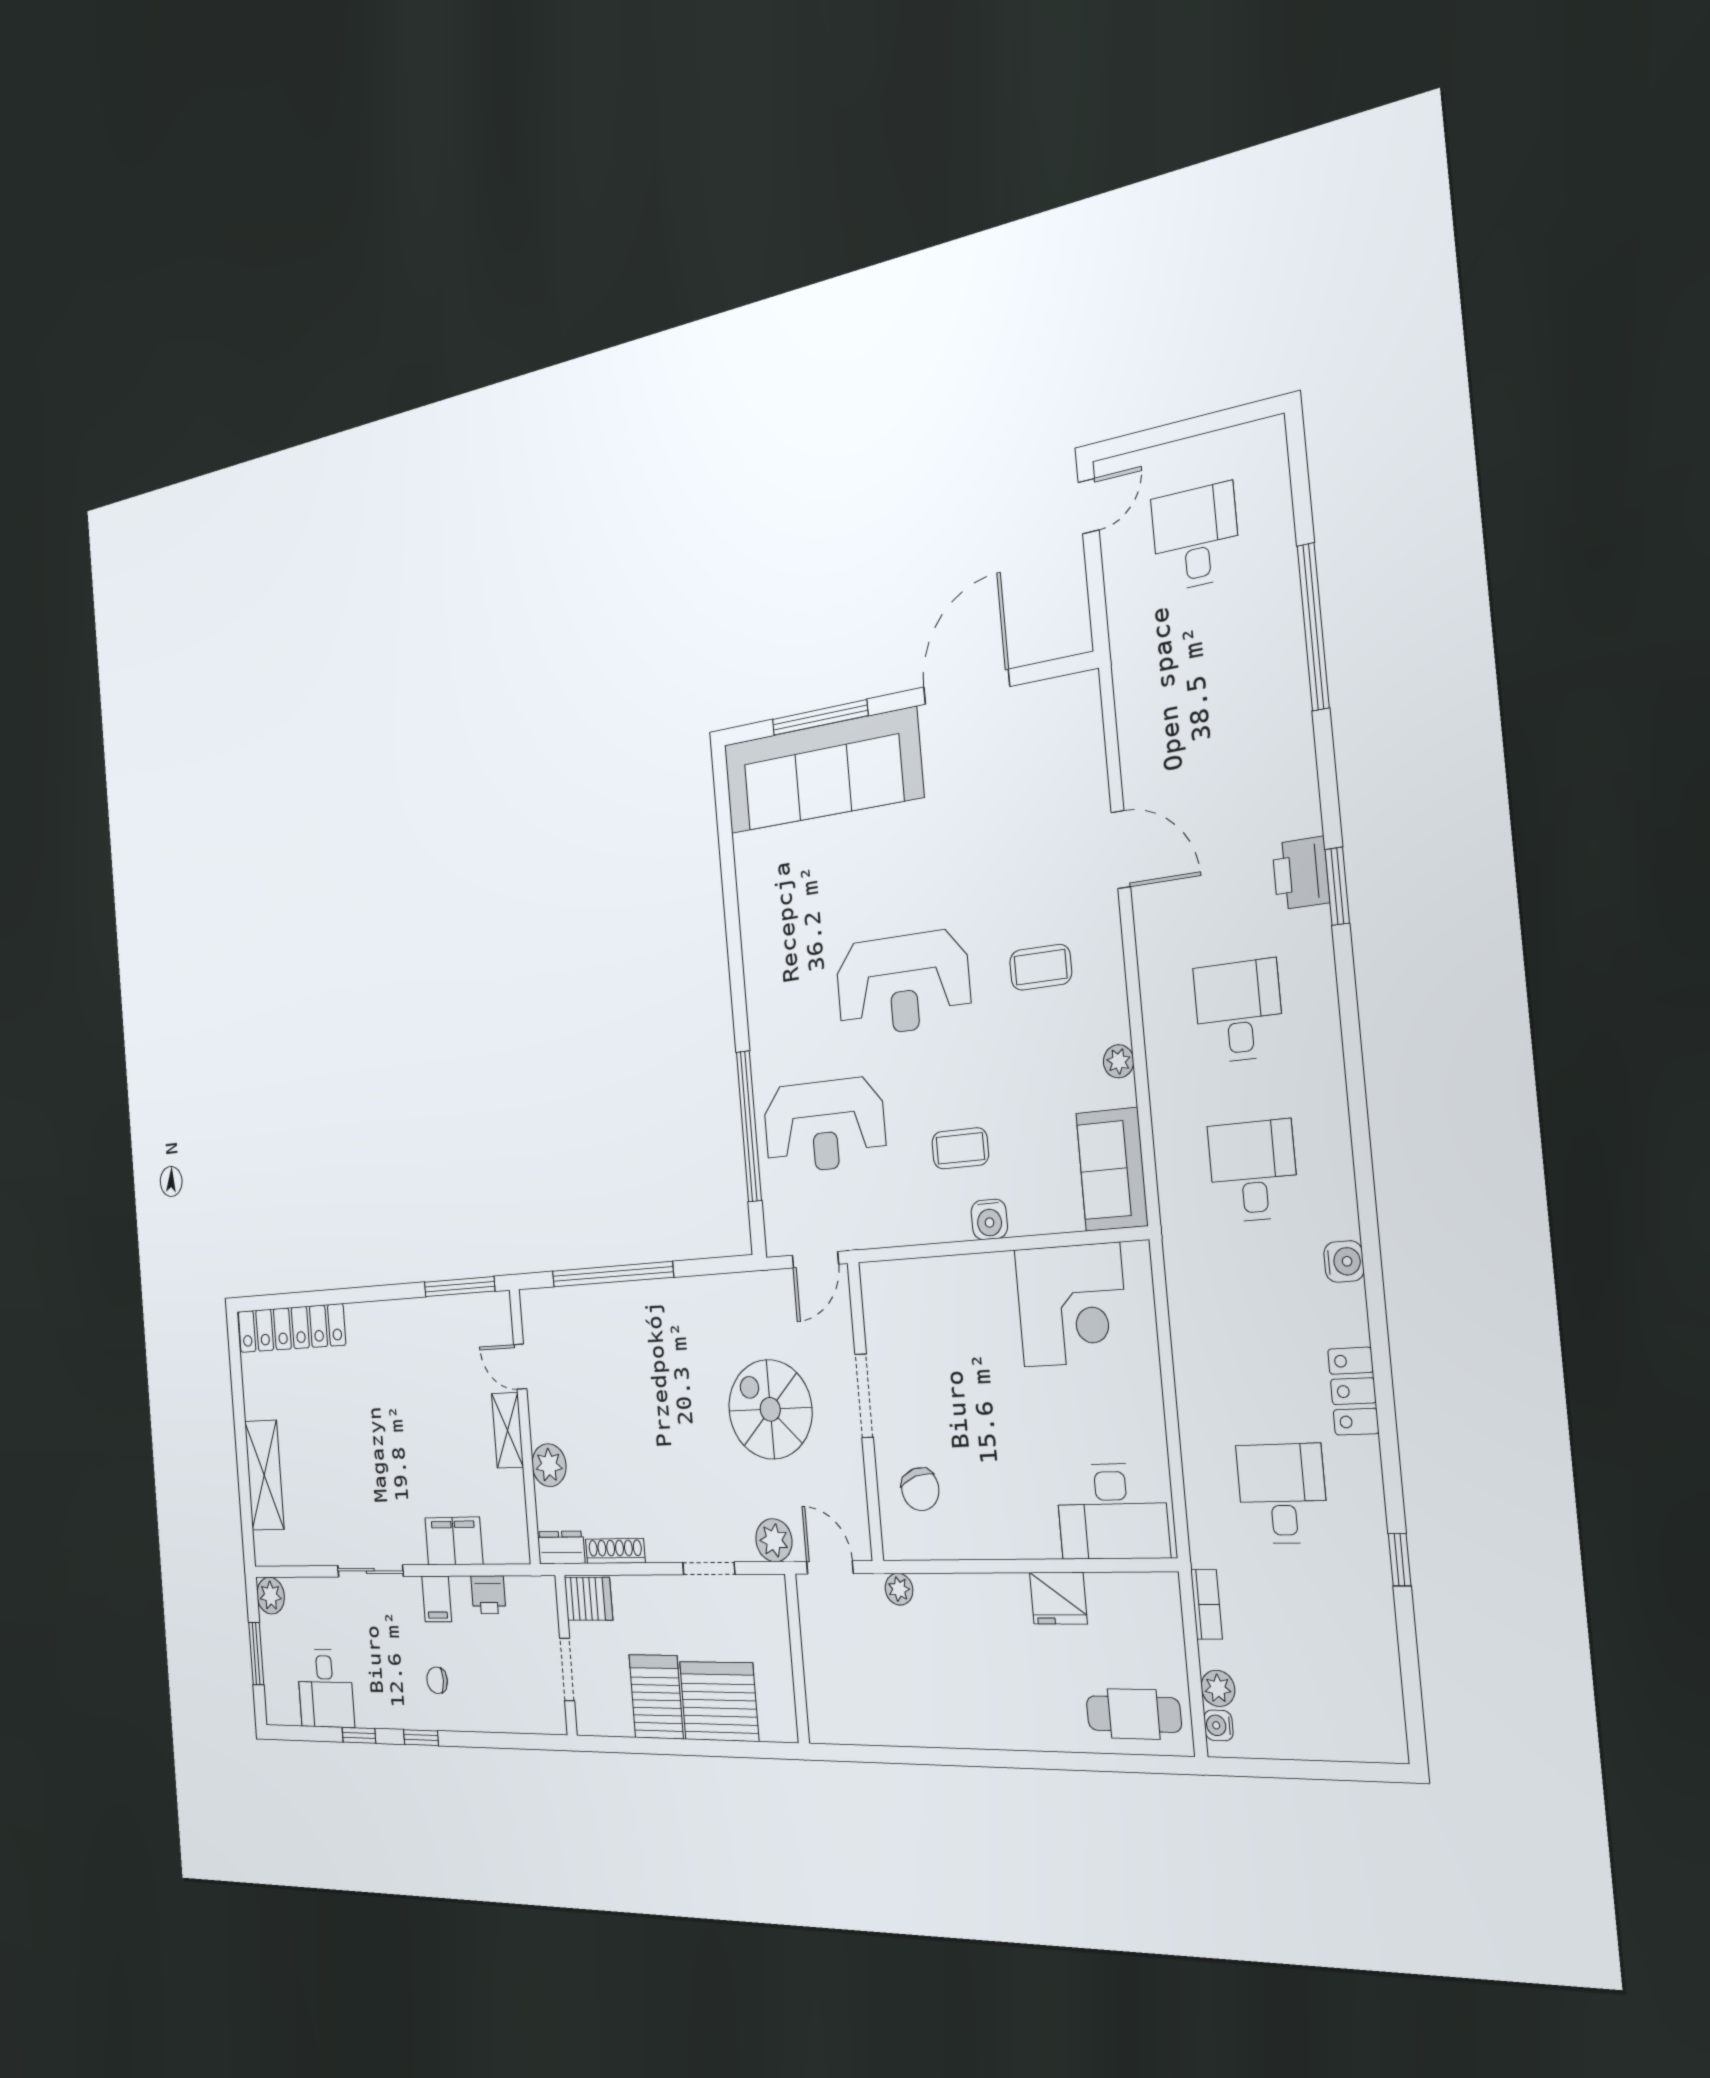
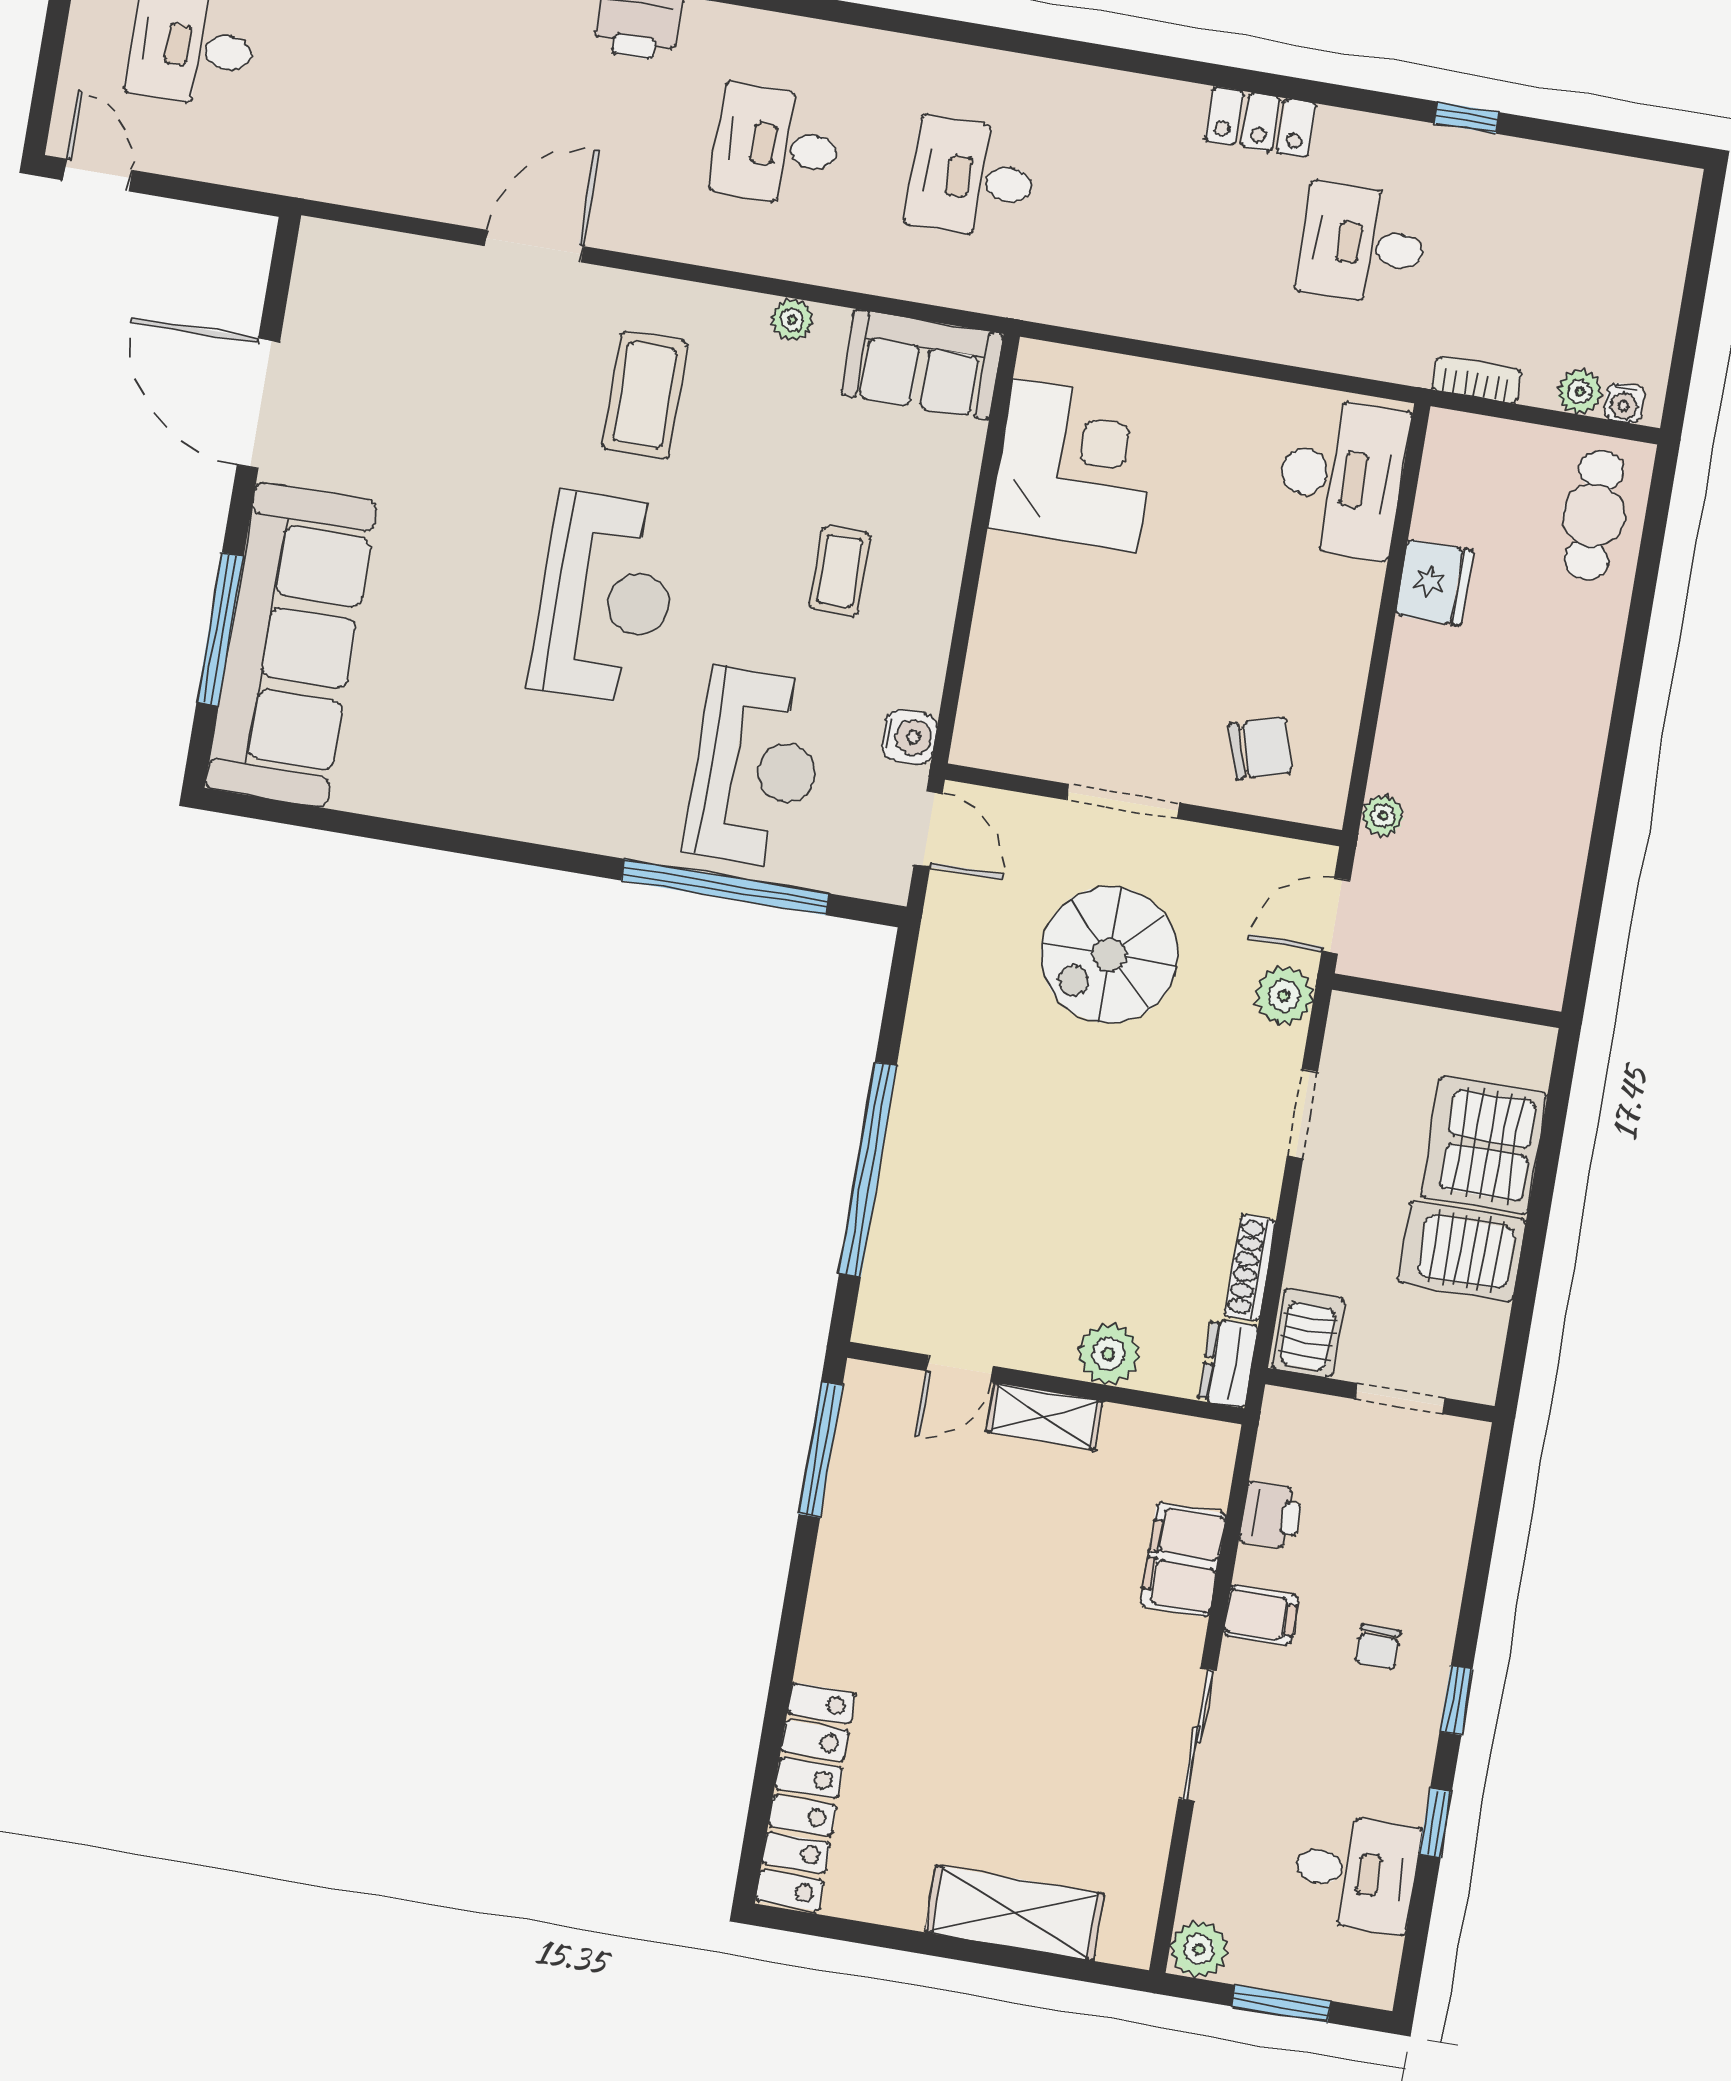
coffee table: (1041, 967) -> (645, 395), width x1.36, depth x1.30
water cooler: (989, 1219) -> (909, 737), moved
water cooler: (1344, 1262) -> (1107, 93), removed

